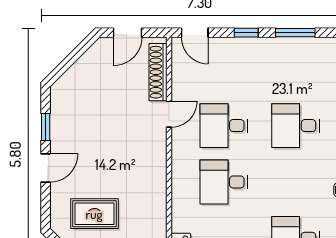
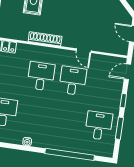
shoe rack: (158, 72) -> (45, 39), moved
desk: (296, 126) -> (99, 126), moved

